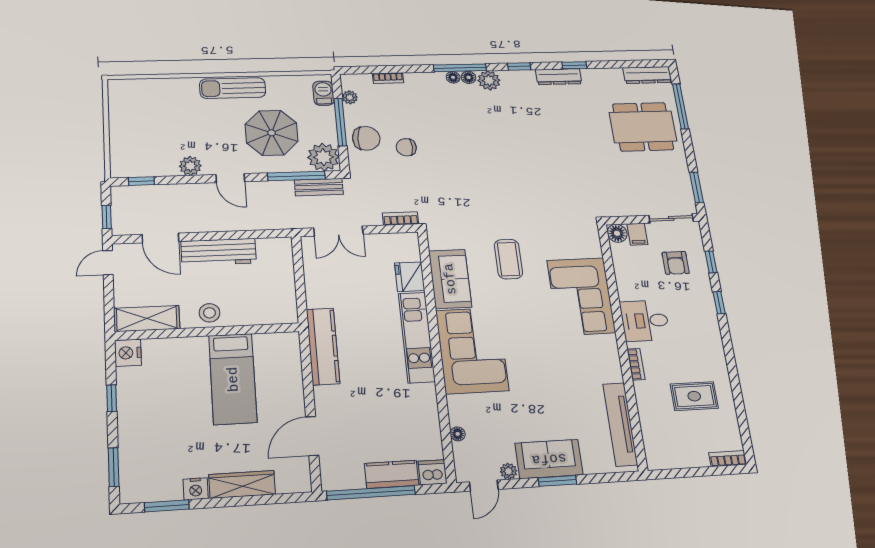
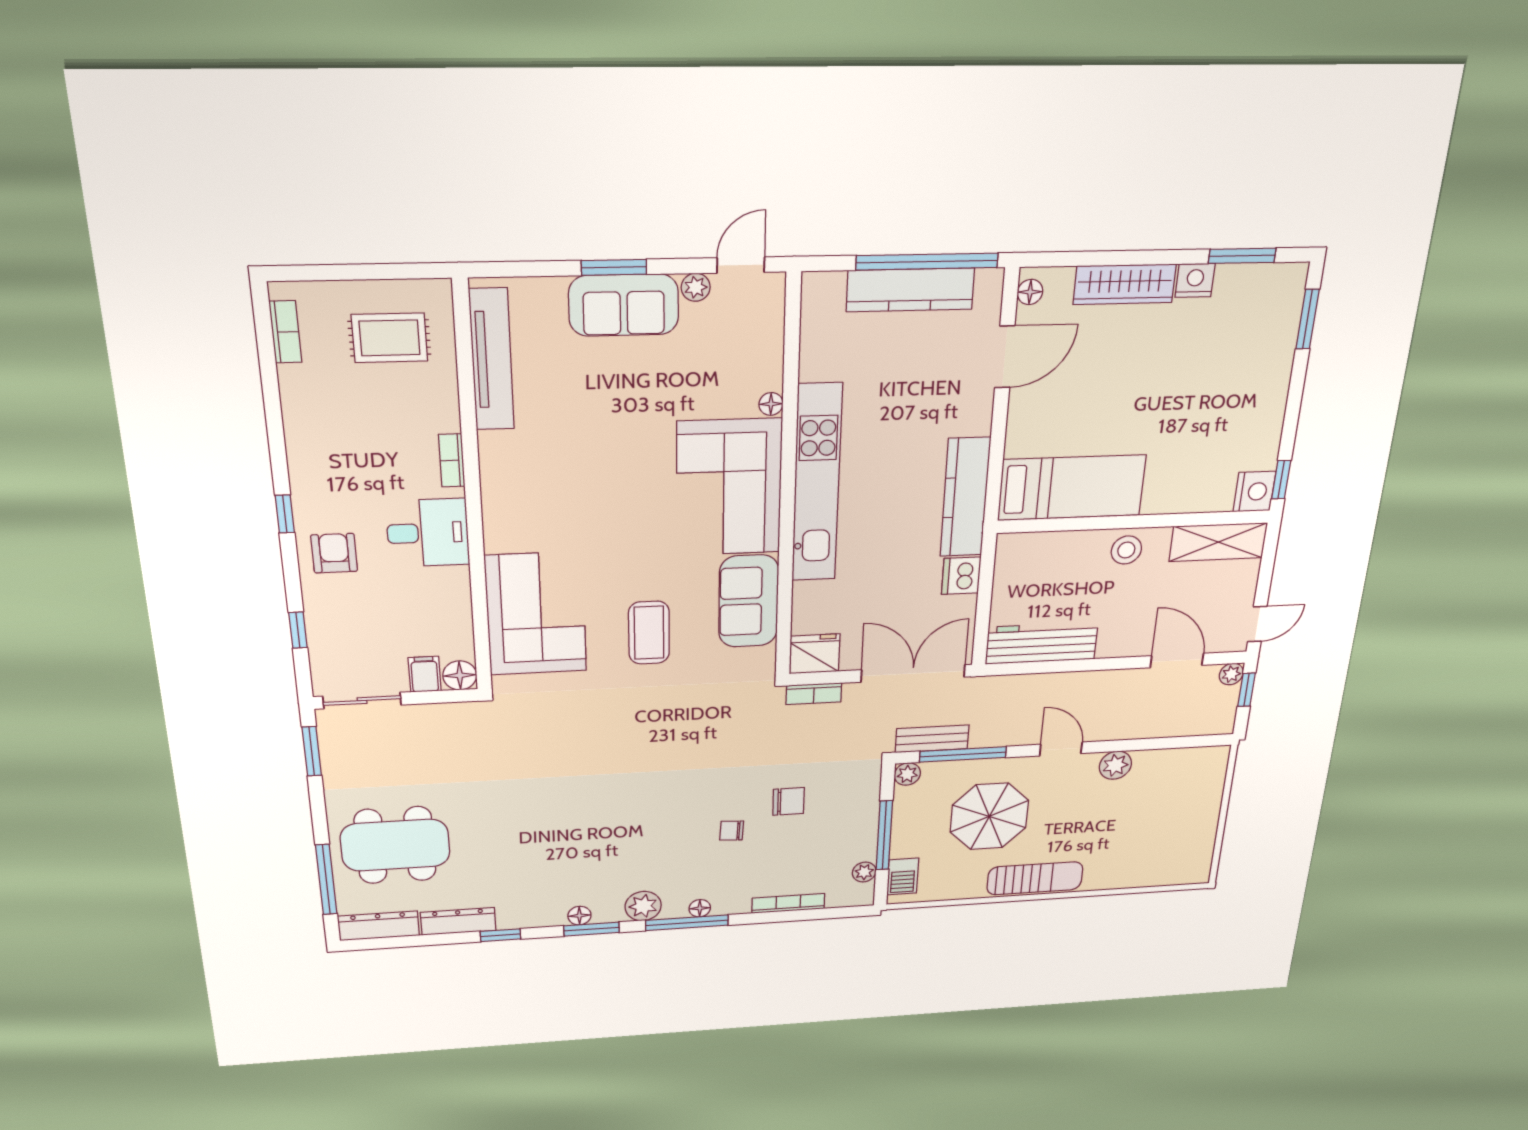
window: (519, 66) -> (592, 929), width x1.50
floor lamp: (469, 77) -> (579, 916), moved
dresser: (559, 77) -> (458, 921), moved
bookcase: (388, 78) -> (788, 903), width x1.56
chair: (366, 138) -> (732, 831), moved, width x0.54, depth x0.54
plant: (323, 157) -> (907, 774), width x0.53, depth x0.53
window: (141, 181) -> (1188, 742), removed
plant: (120, 228) -> (1231, 674), added
double door: (338, 231) -> (913, 673), width x1.37
workbench: (219, 252) -> (1042, 643), moved
armchair: (676, 263) -> (334, 553), moved
fridge: (410, 277) -> (815, 654), moved, turned -90
corner sofa: (581, 296) -> (536, 614), moved
window: (719, 303) -> (285, 514), moved
kitchen unit: (417, 337) -> (817, 484), width x1.36
bed: (233, 379) -> (1072, 488), moved, turned 90
rug: (694, 396) -> (390, 338), moved
window: (112, 398) -> (1281, 480), moved
floor lamp: (458, 434) -> (771, 404), moved
bookcase: (728, 459) -> (285, 332), moved, turned -90
dishwasher: (433, 472) -> (961, 576), moved, turned 90
kitchen counter: (392, 474) -> (910, 290), width x1.50
floor lamp: (303, 477) -> (1030, 292), added

